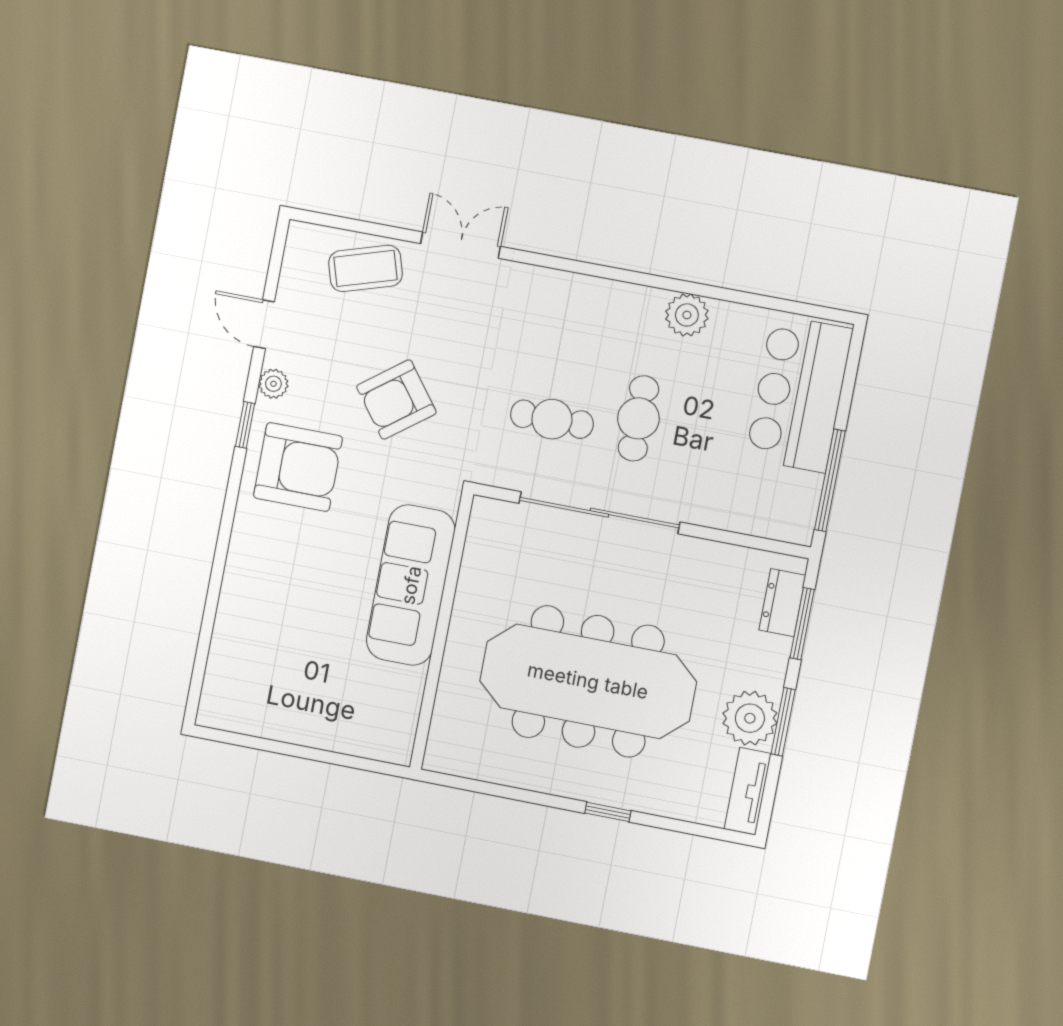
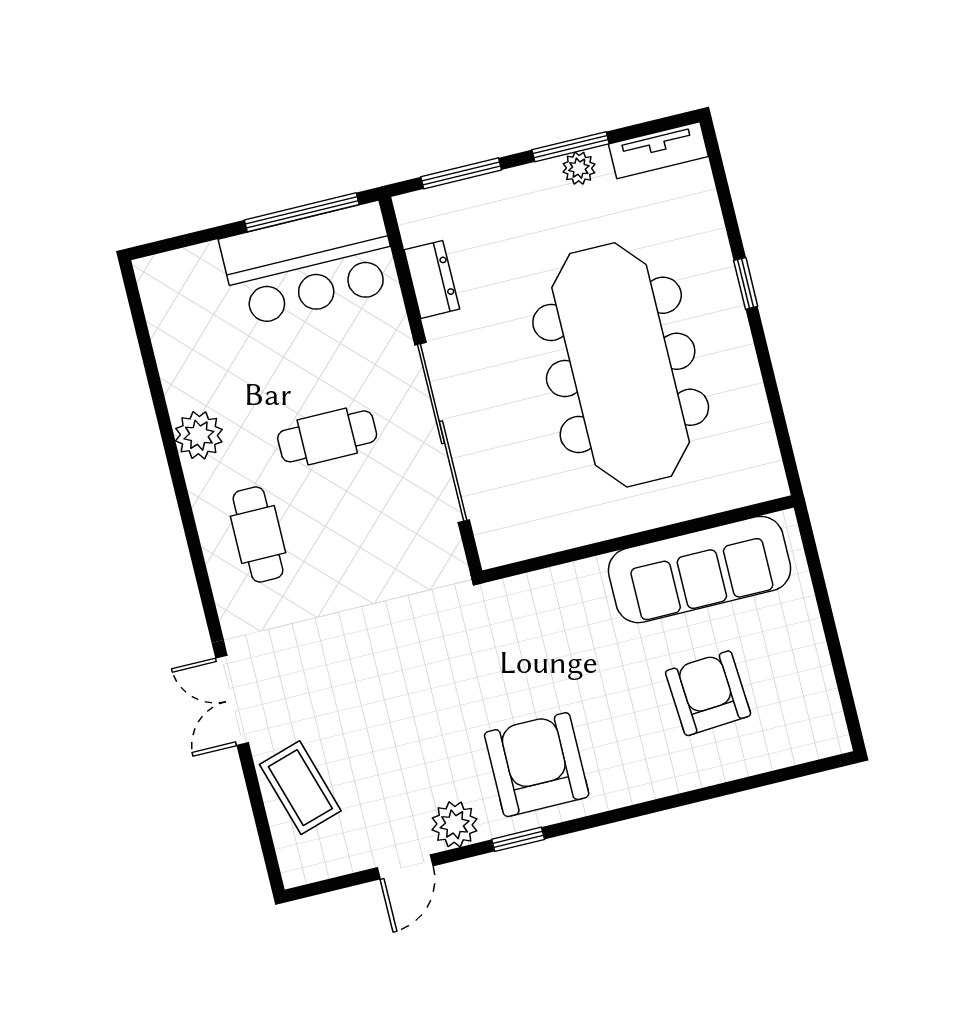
plant: (273, 384) -> (455, 824), width x1.38, depth x1.38
bar counter: (799, 394) -> (309, 264), moved
armchair: (396, 400) -> (708, 693), moved, turned -147
cafe table: (552, 419) -> (258, 534), moved
sofa: (411, 585) -> (700, 570), moved
dresser: (782, 603) -> (432, 279), moved, turned -90
plant: (750, 718) -> (579, 168), width x0.53, depth x0.53

